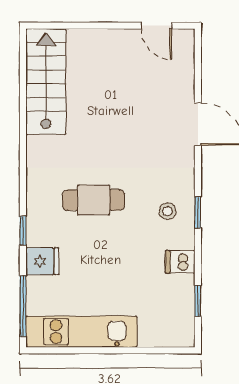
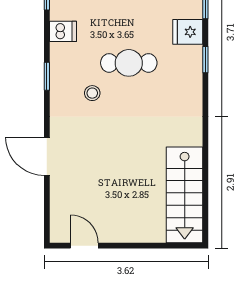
cafe table: (94, 200) -> (129, 63), moved
stool: (167, 211) -> (92, 93), moved

